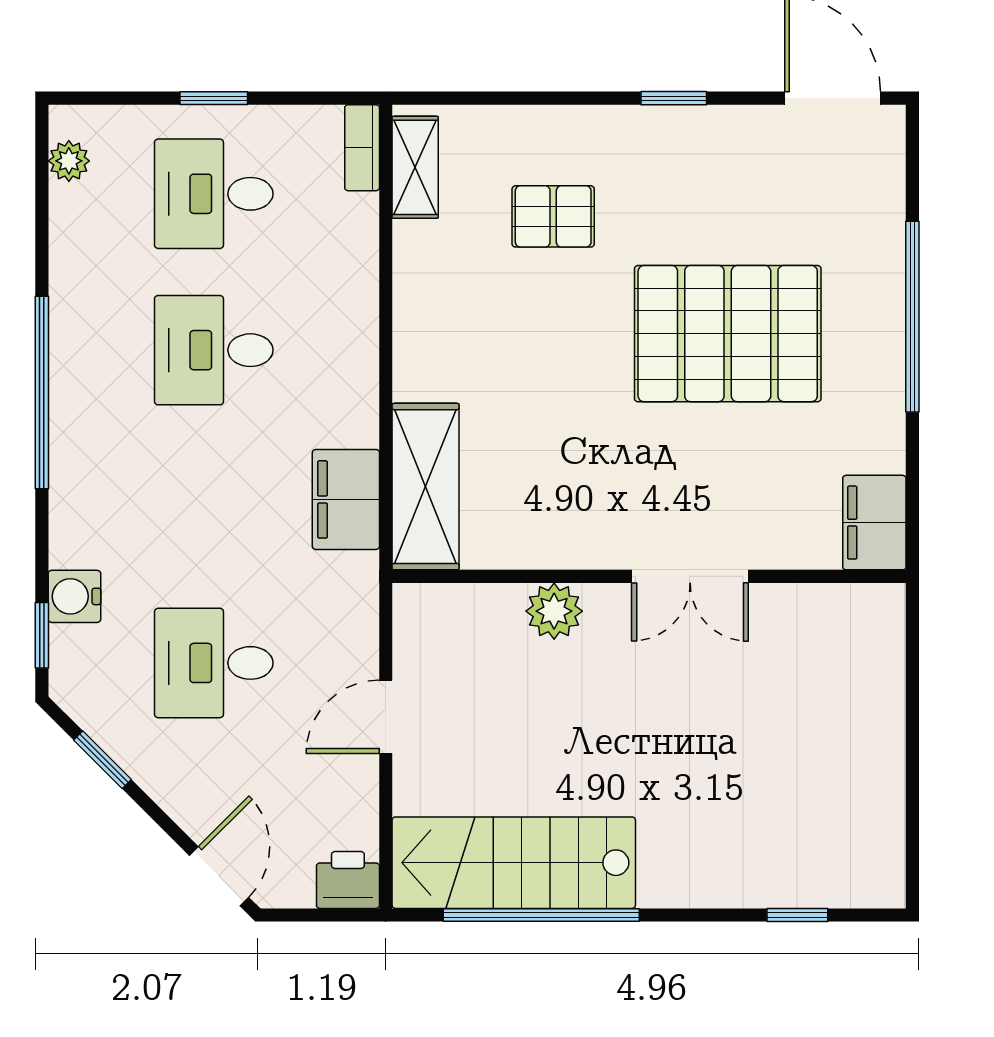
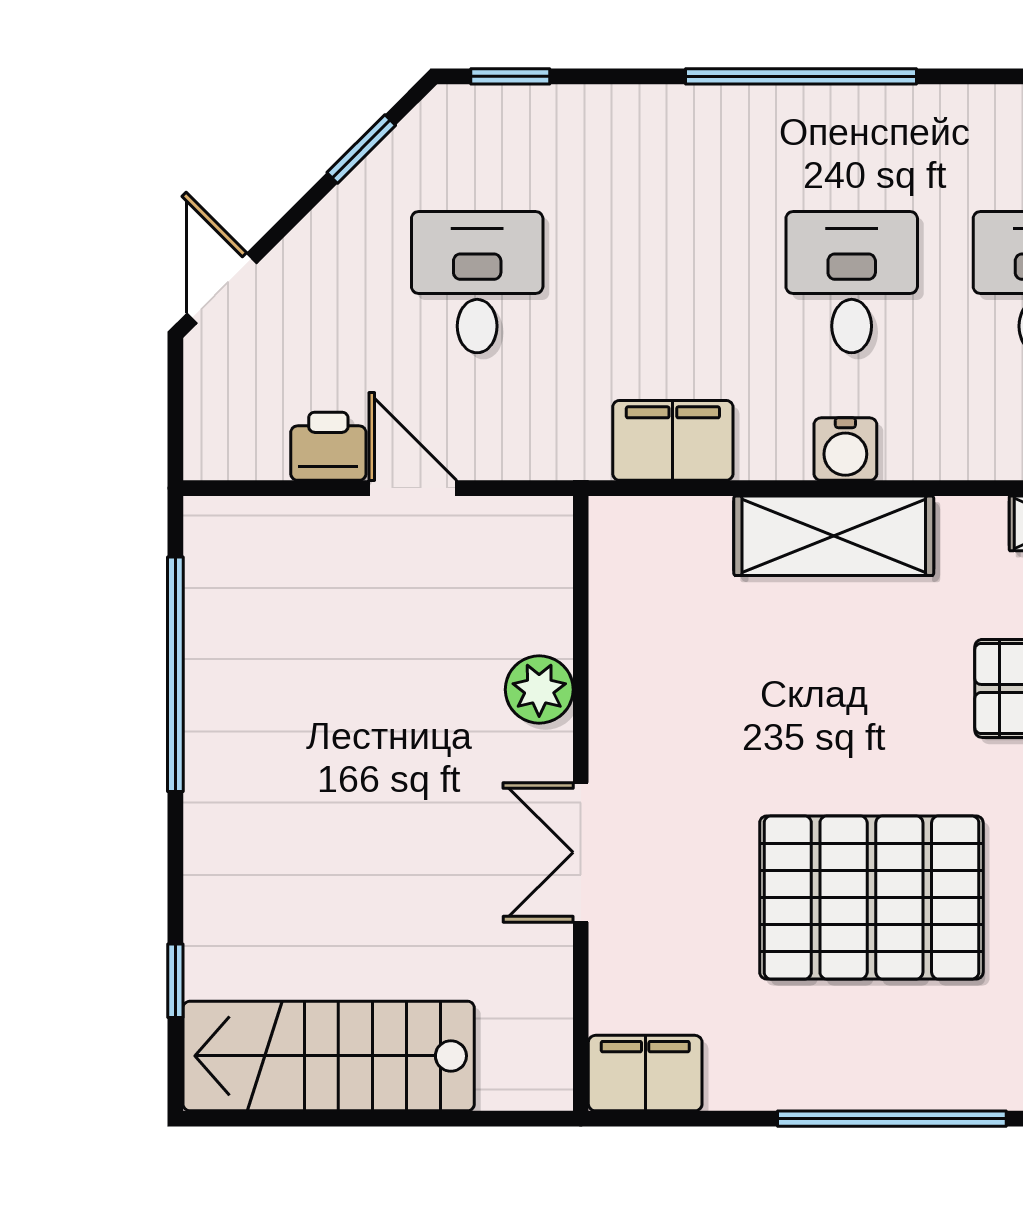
pallet: (728, 334) -> (871, 897), turned 90
shelving: (426, 487) -> (834, 536), moved
water cooler: (74, 596) -> (845, 449), moved, turned 180
stairs: (514, 863) -> (329, 1056), moved, turned -90
door: (219, 876) -> (222, 288), swing flipped
printer: (348, 880) -> (328, 446), moved, turned -90

